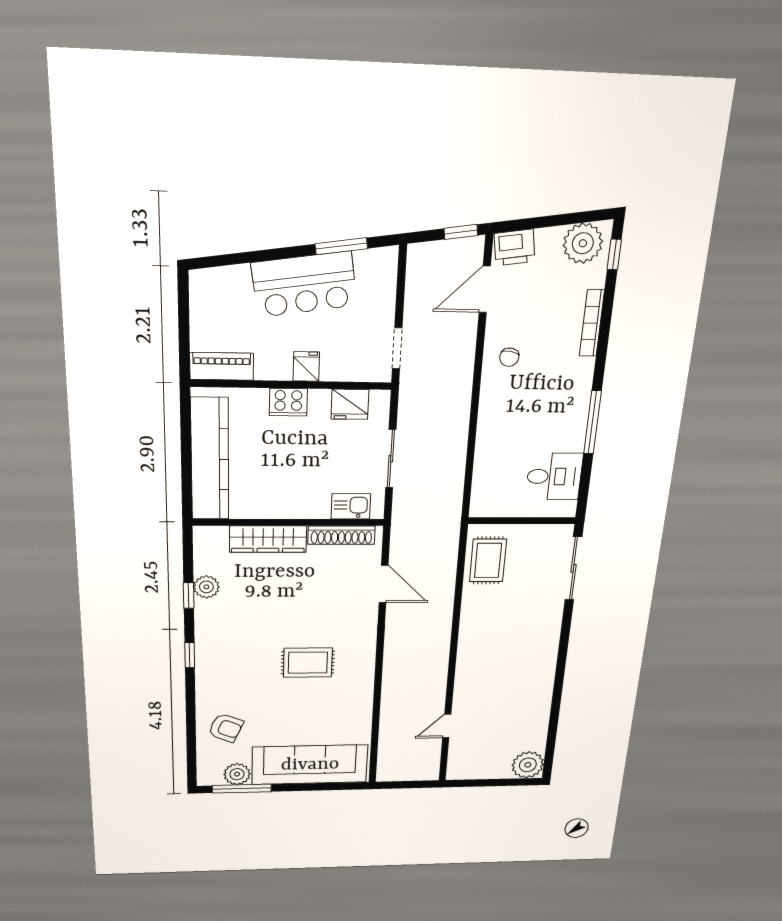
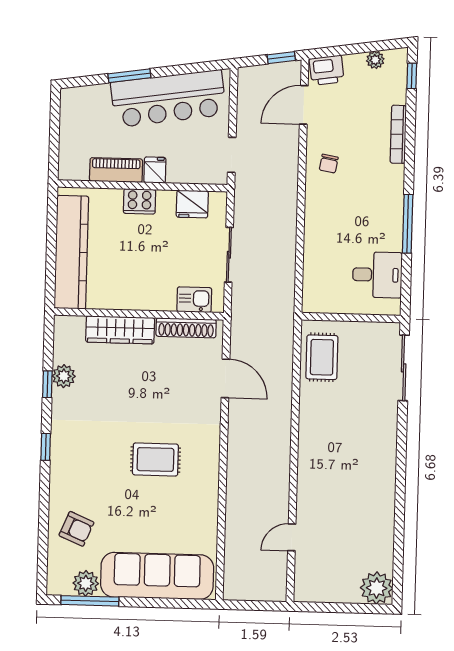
plant: (583, 243) -> (375, 60), width x0.53, depth x0.53
window: (341, 246) -> (129, 76), moved
bar counter: (304, 284) -> (168, 98), width x1.36
piano: (222, 366) -> (116, 170), moved

